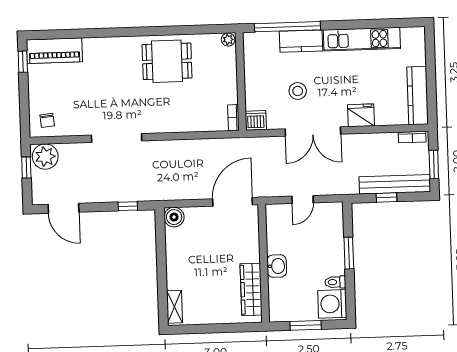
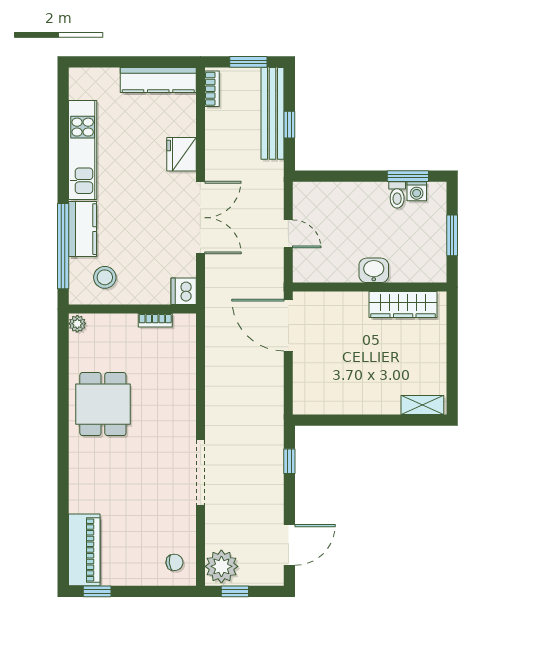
stool: (298, 91) -> (105, 277), moved
bookcase: (233, 118) -> (155, 320), moved
boiler: (174, 217) -> (306, 402), removed
window: (349, 253) -> (408, 176), moved
washing machine: (332, 304) -> (417, 191), width x0.53, depth x0.53

